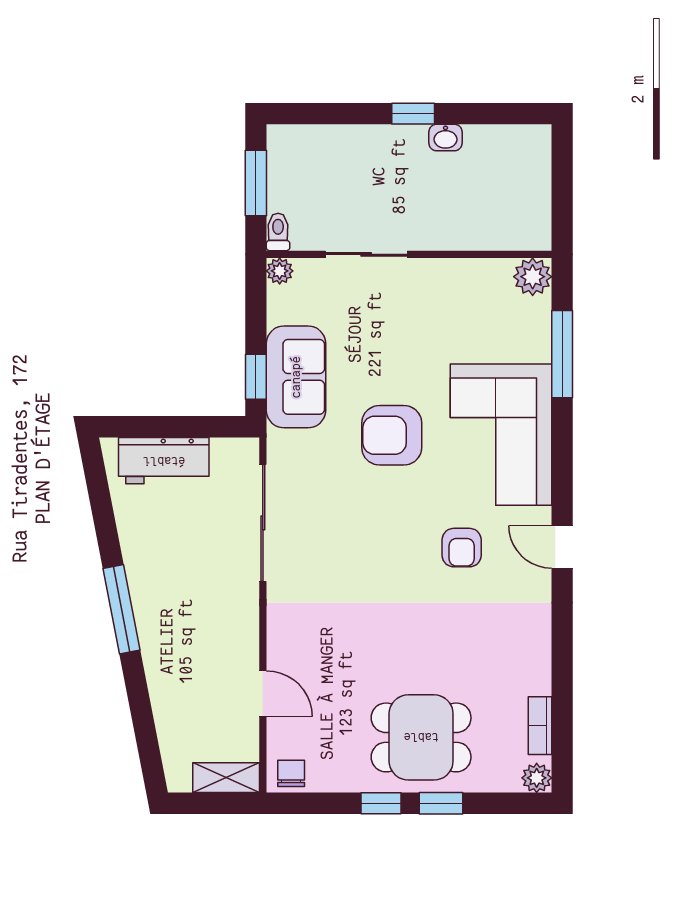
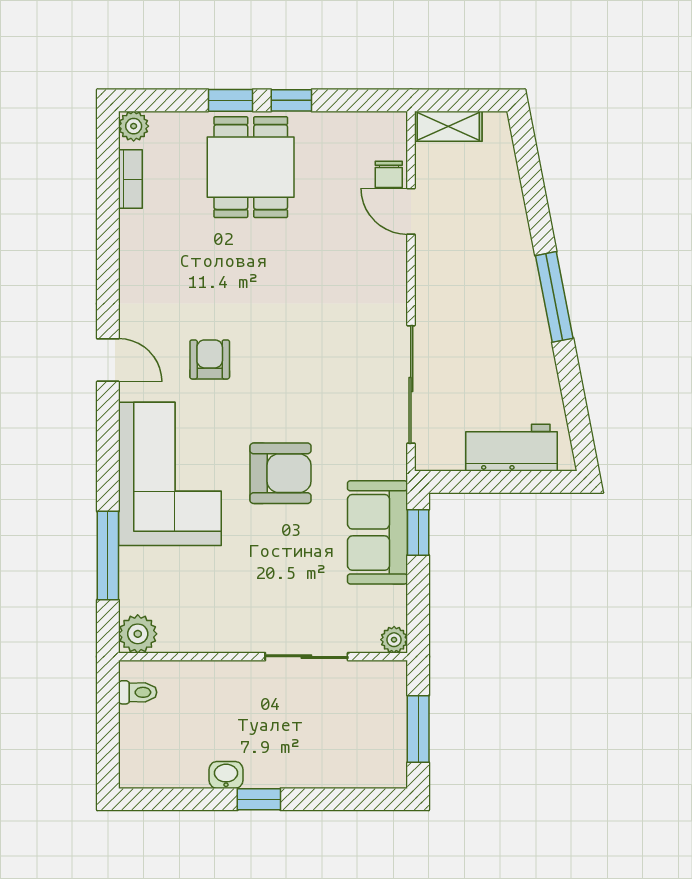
toilet: (278, 232) -> (138, 692), moved, turned -90
dining table: (421, 737) -> (251, 167), turned 90
chair: (291, 773) -> (389, 174), moved

